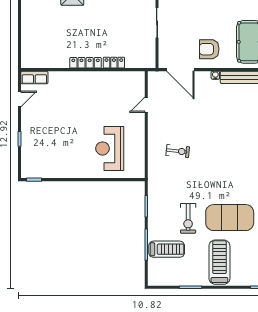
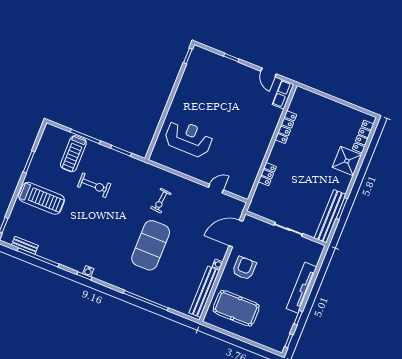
locker: (86, 63) -> (286, 127), moved
door: (146, 105) -> (216, 189), hinge flipped
exercise bike: (188, 218) -> (94, 185), turned 180
exercise mat: (230, 218) -> (151, 245), moved

